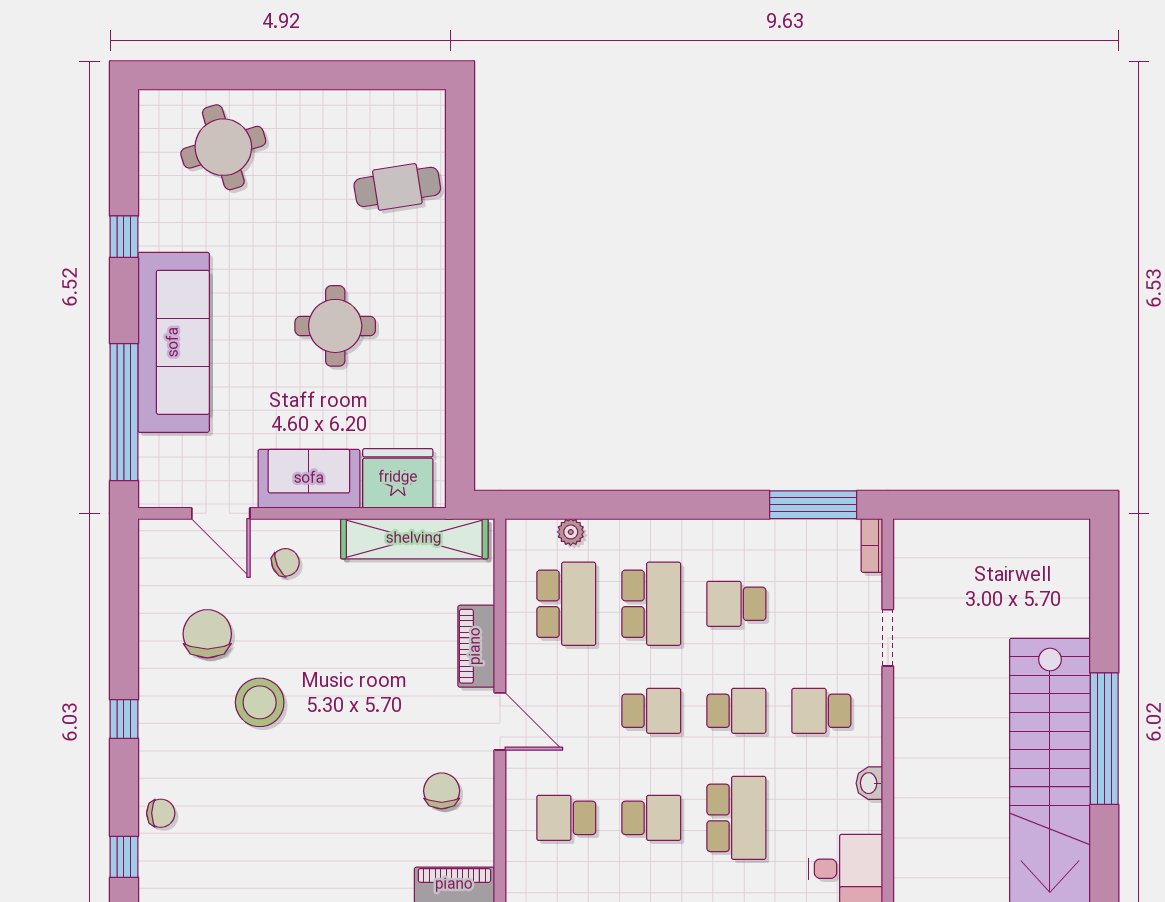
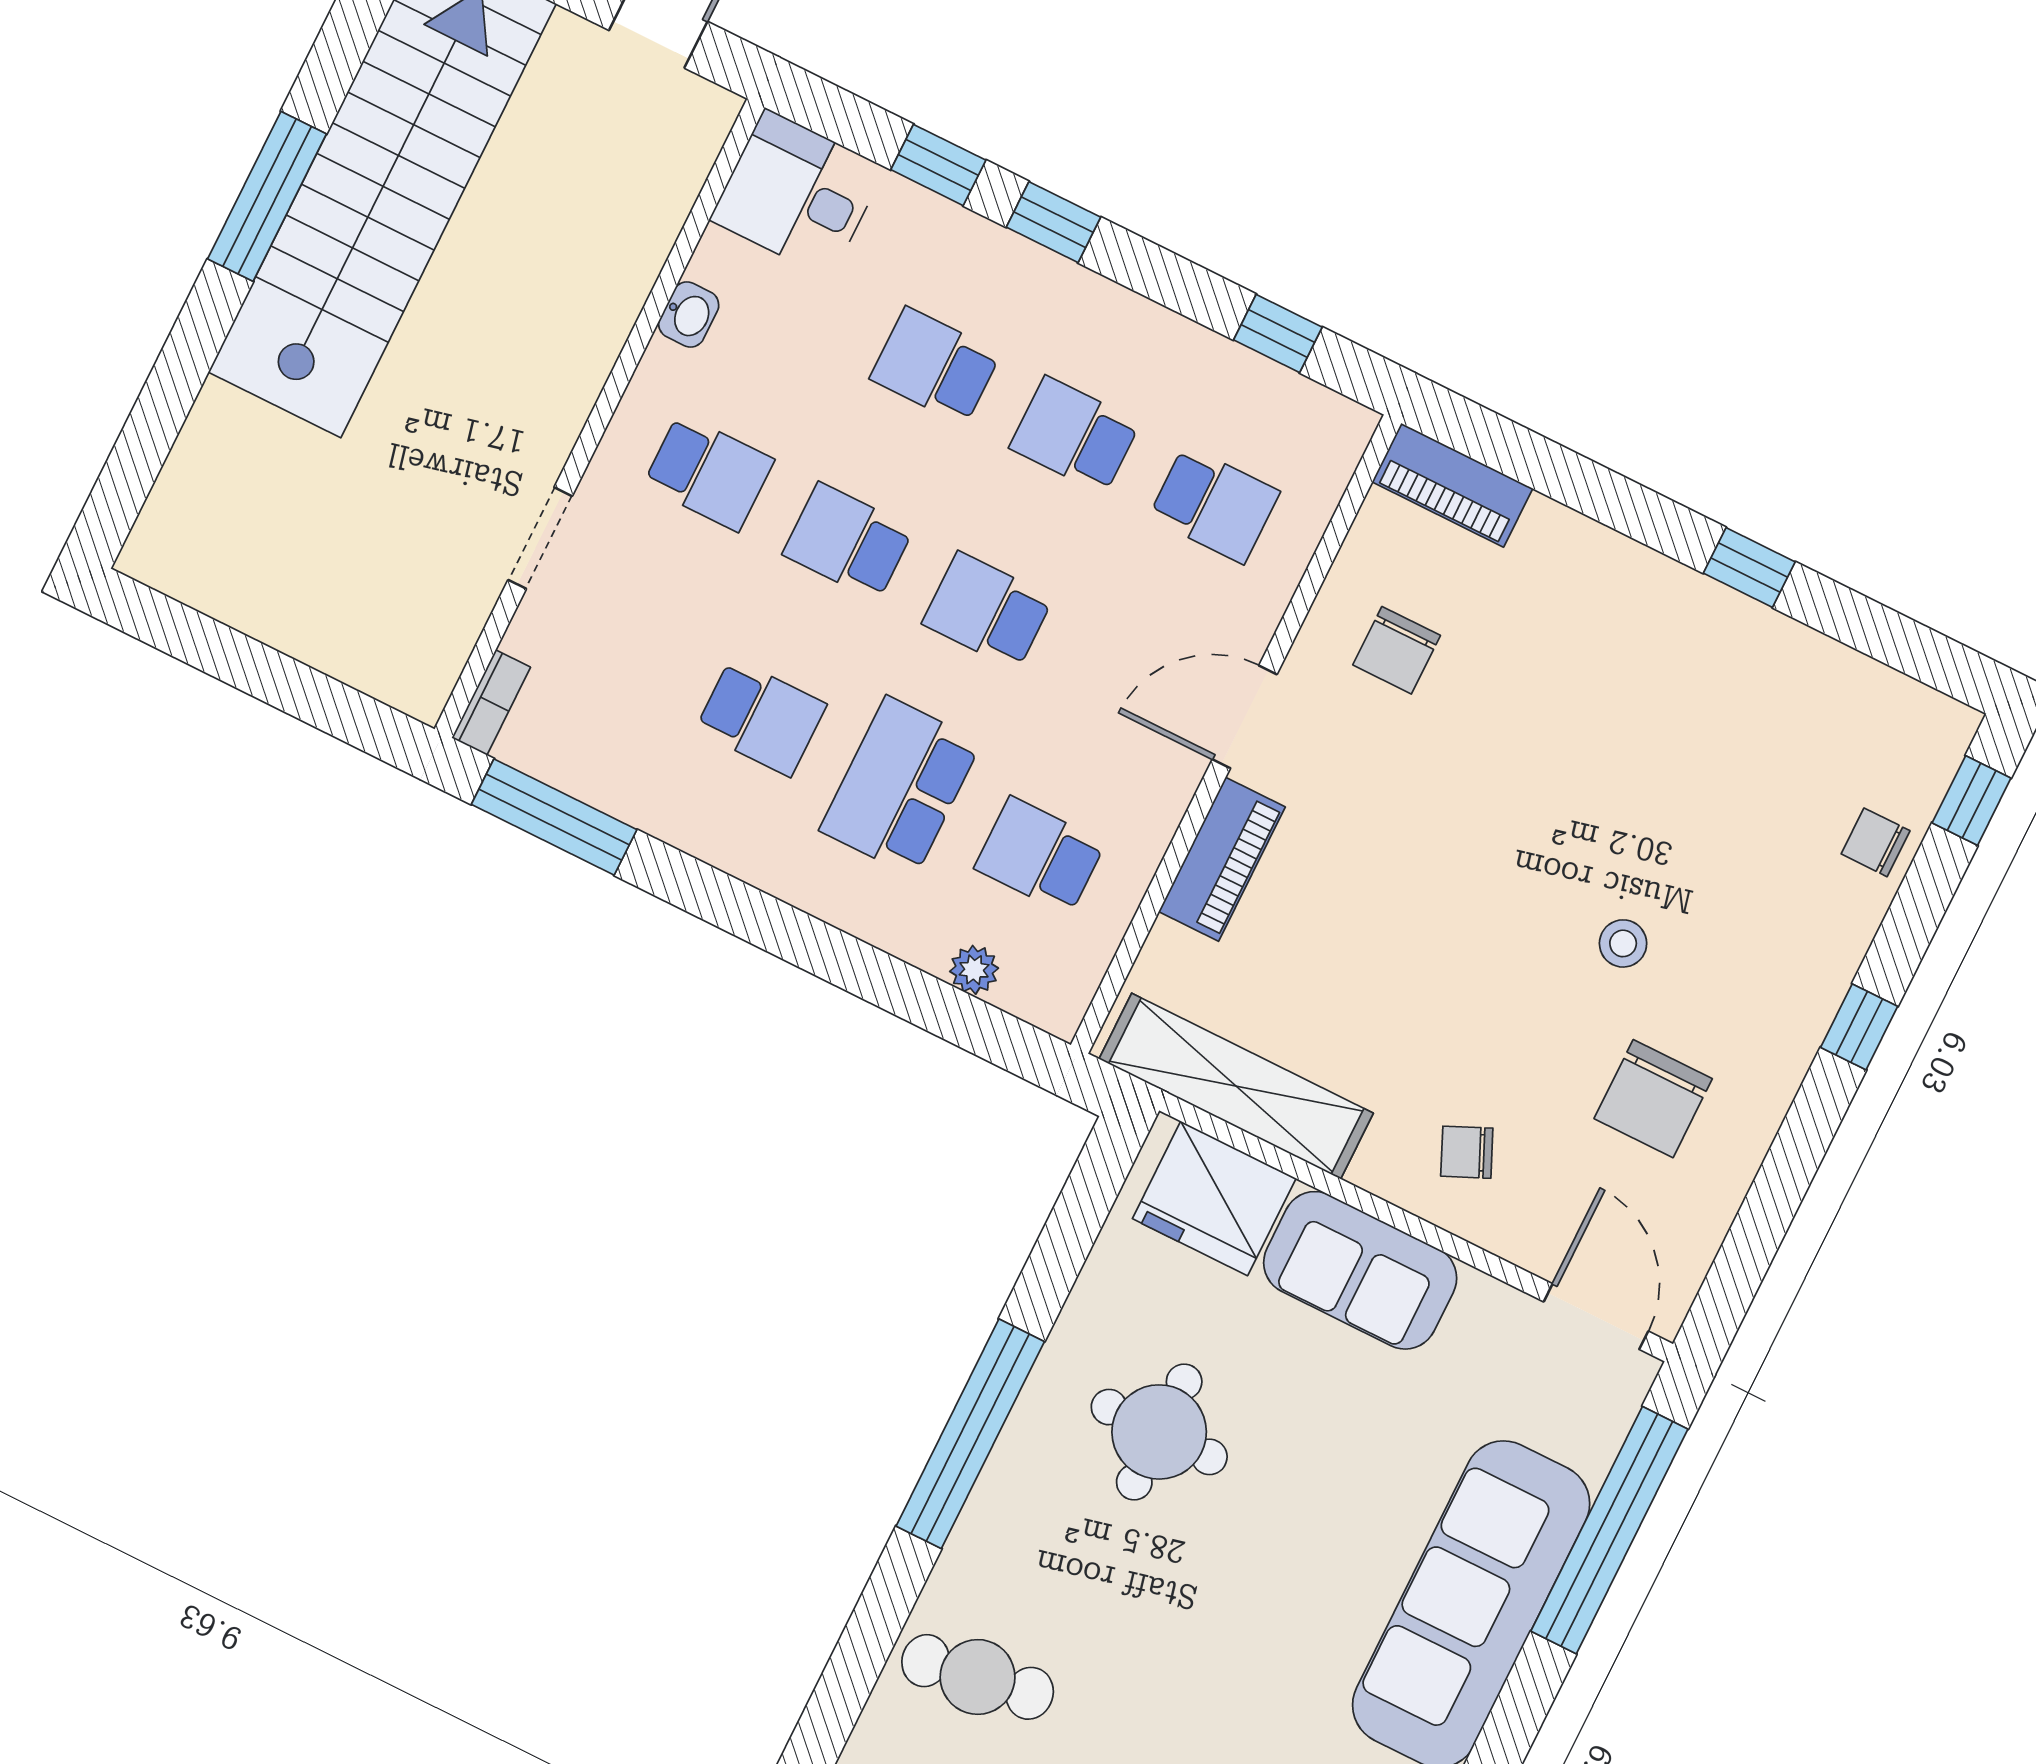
window: (460, 304) -> (970, 1434), added
round table: (335, 326) -> (1159, 1432), moved
door: (221, 513) -> (1596, 1316), moved
school desk: (566, 604) -> (1040, 856), width x0.54
stool: (260, 702) -> (1623, 943), width x0.53, depth x0.53
door: (500, 721) -> (1245, 717), hinge flipped
window: (1104, 739) -> (267, 196), width x0.68
school desk: (736, 818) -> (935, 366), width x0.54

